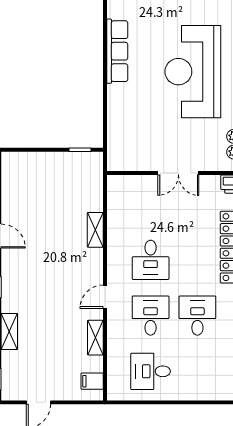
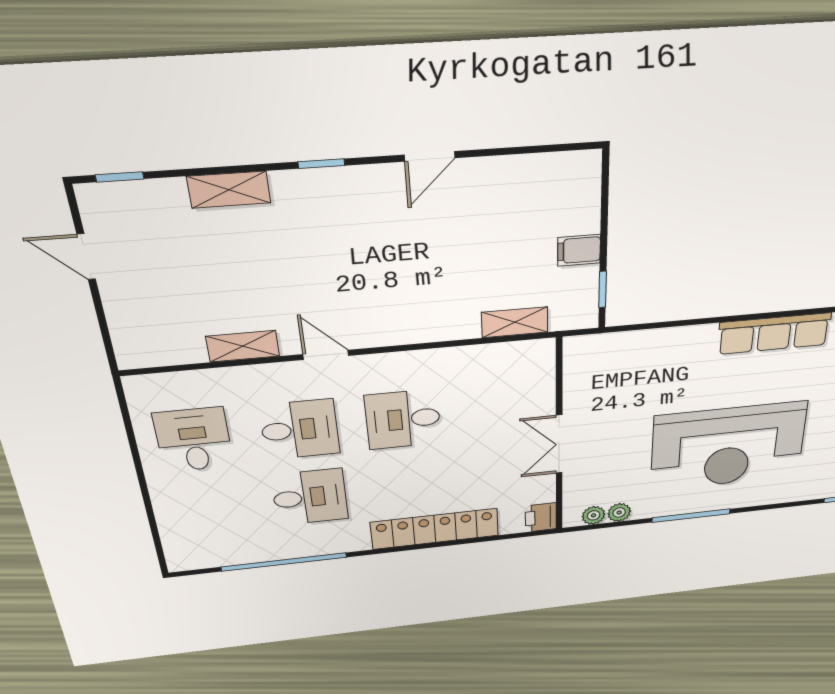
reception desk: (193, 72) -> (728, 446), turned 180
shelving: (95, 230) -> (515, 322), moved
filing cabinet: (92, 381) -> (579, 250), moved, turned -90

